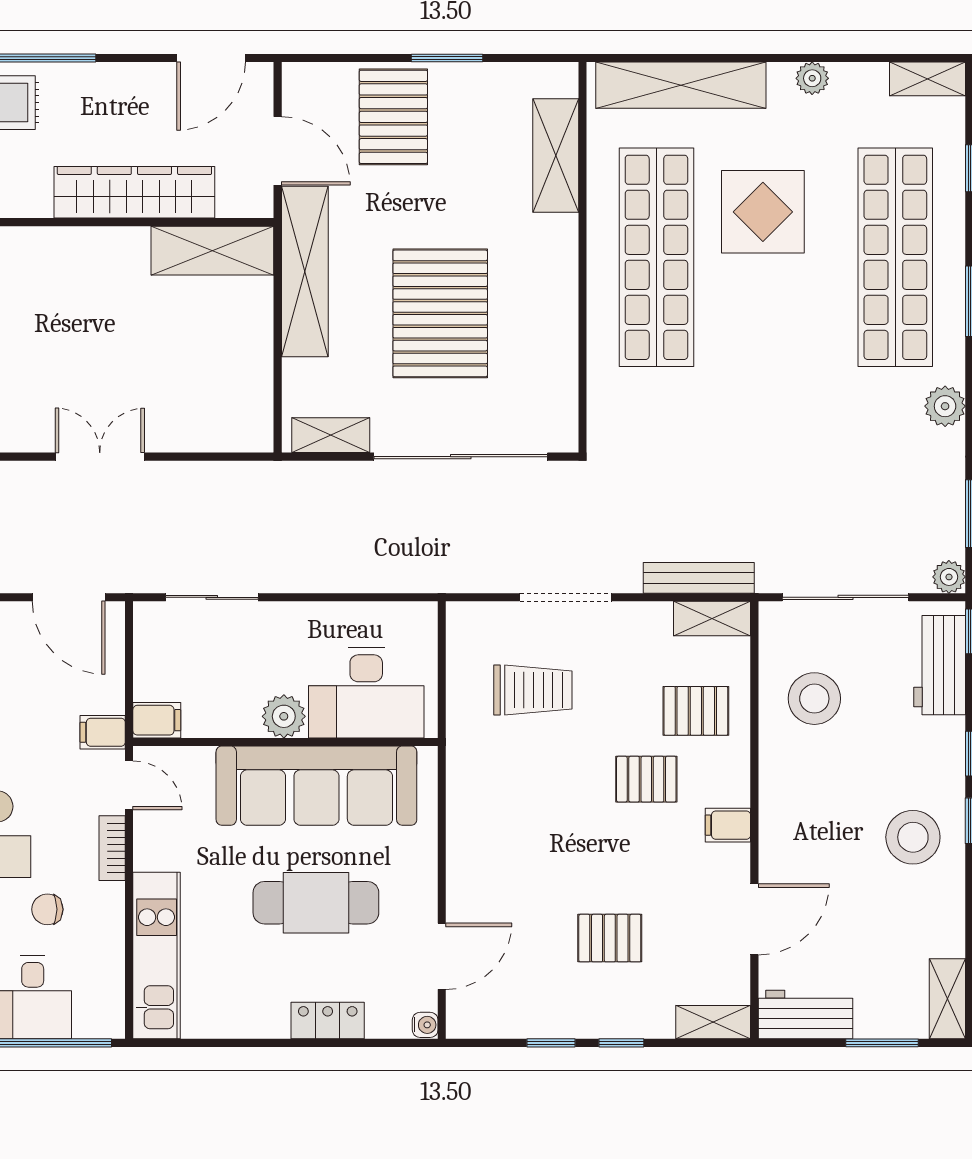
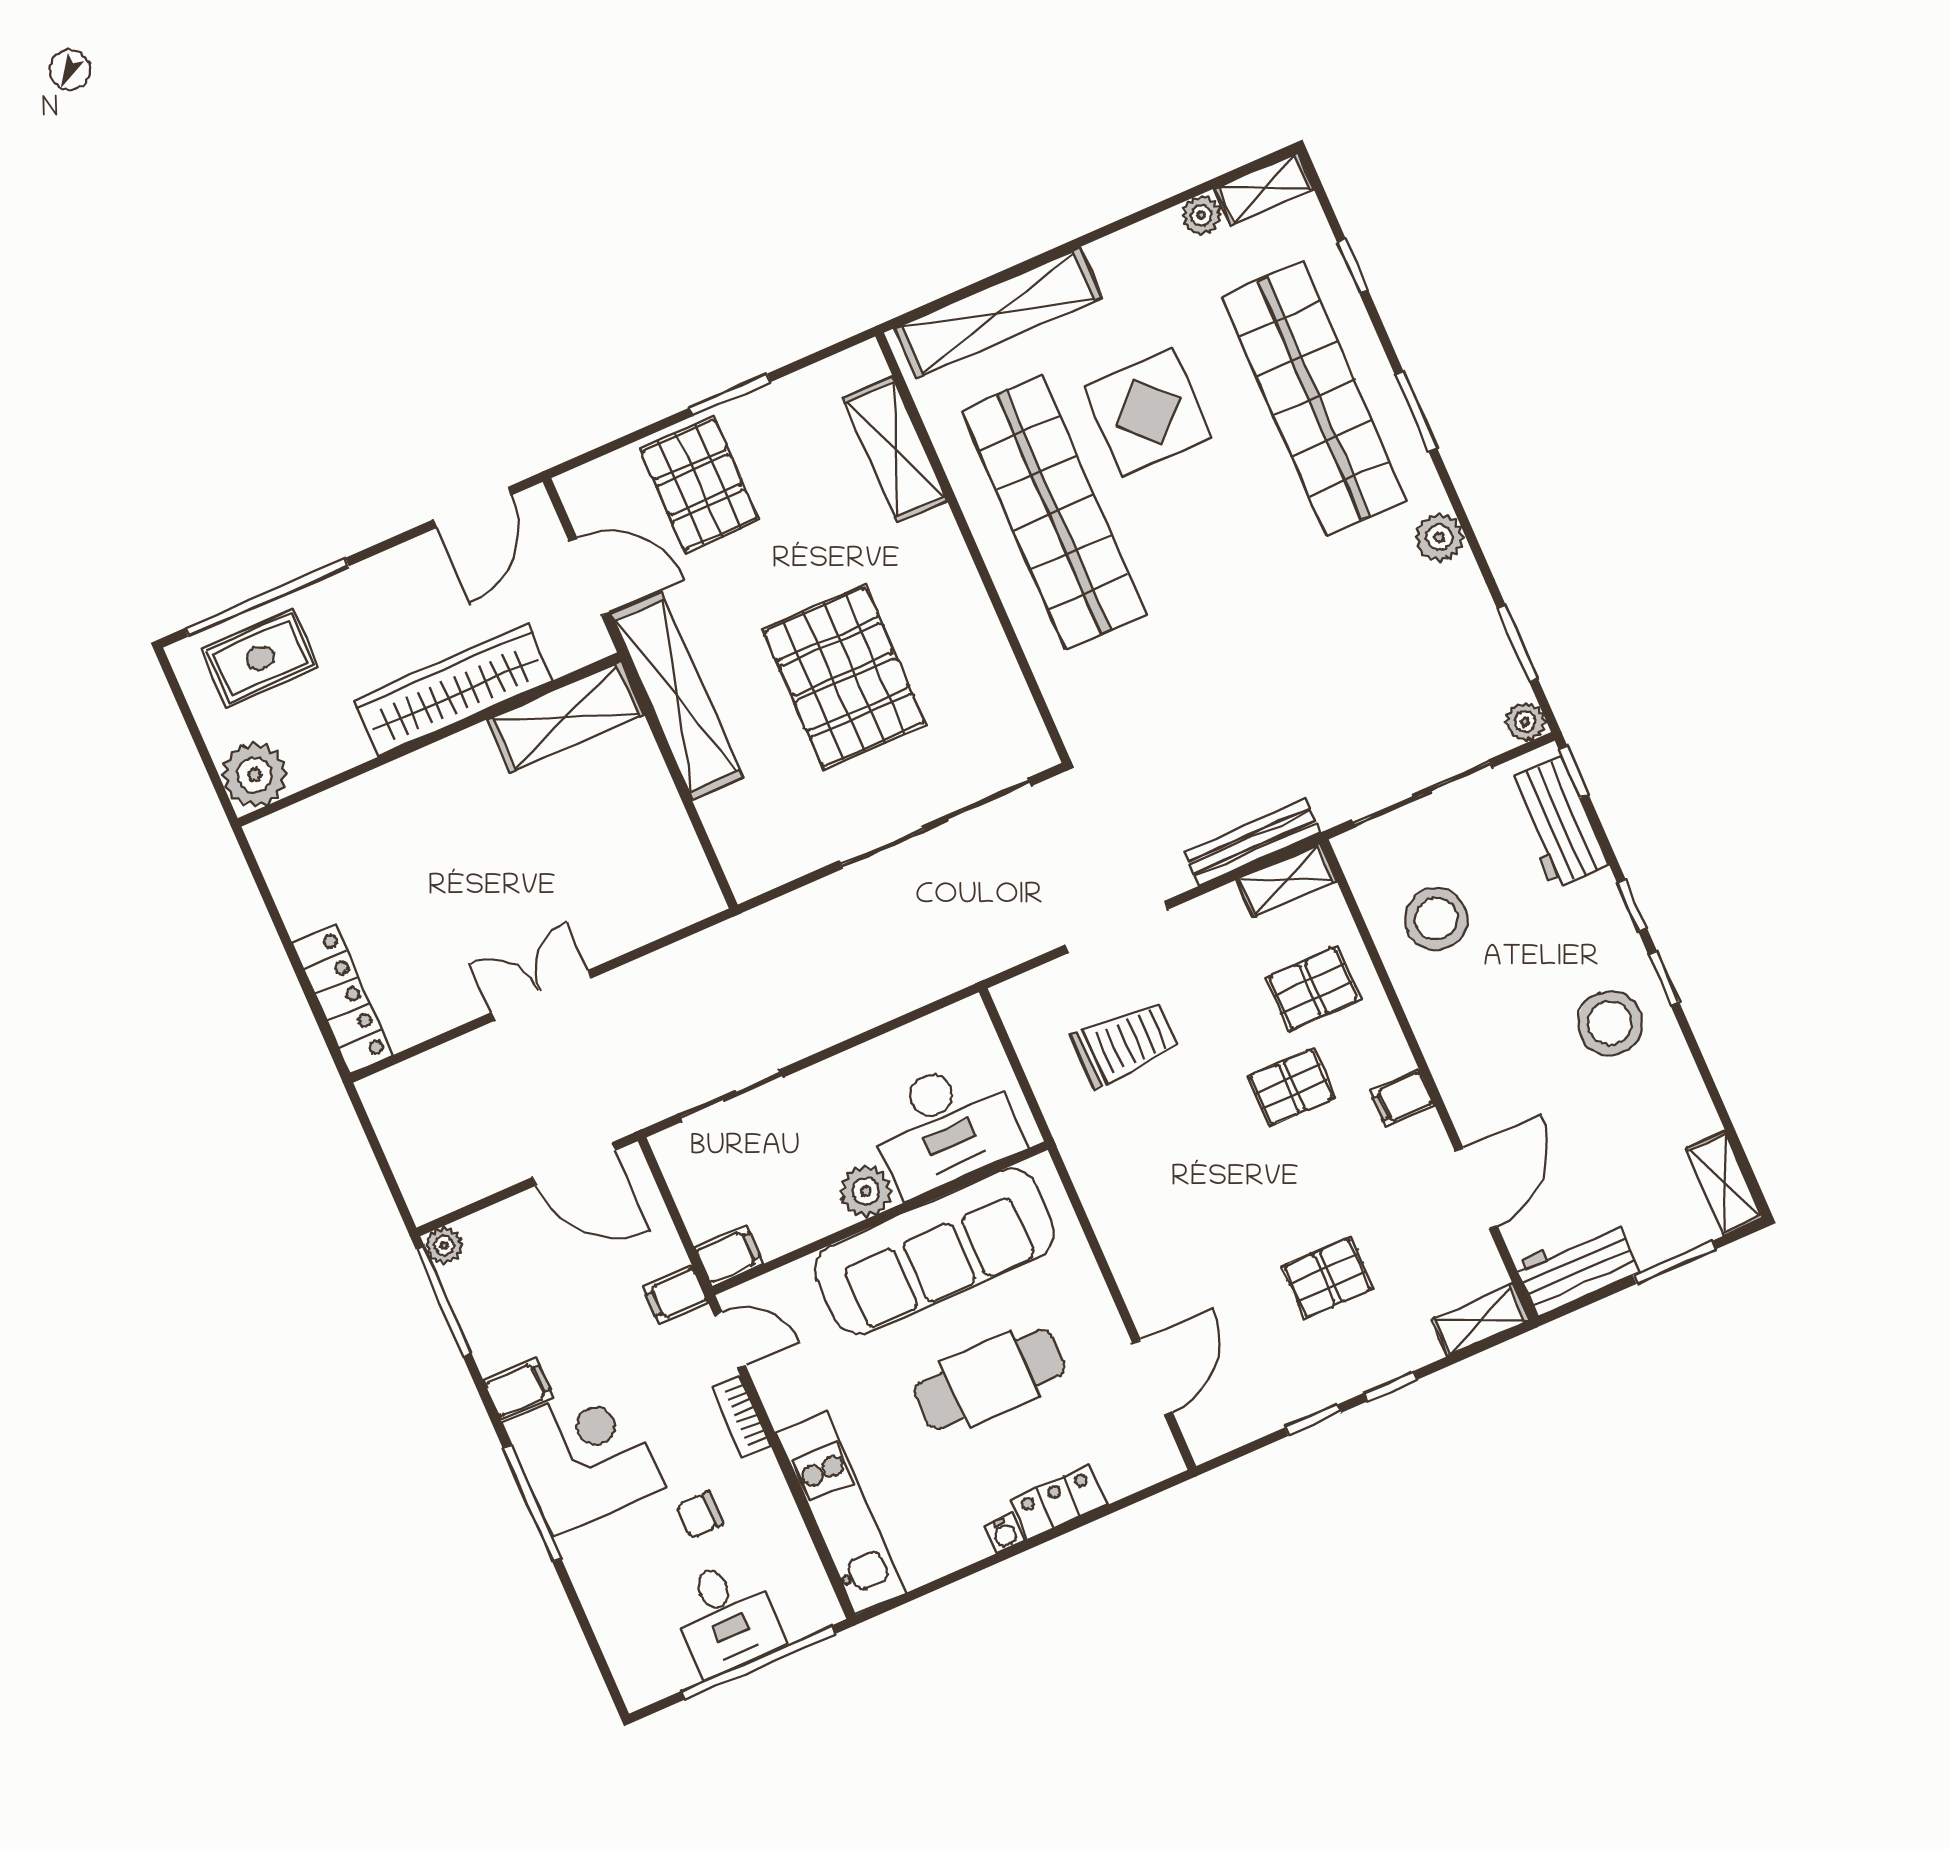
plant: (812, 78) -> (1201, 215), moved
shelving: (331, 435) -> (783, 862), removed
water cooler: (425, 1025) -> (1004, 1533), moved, turned 90

